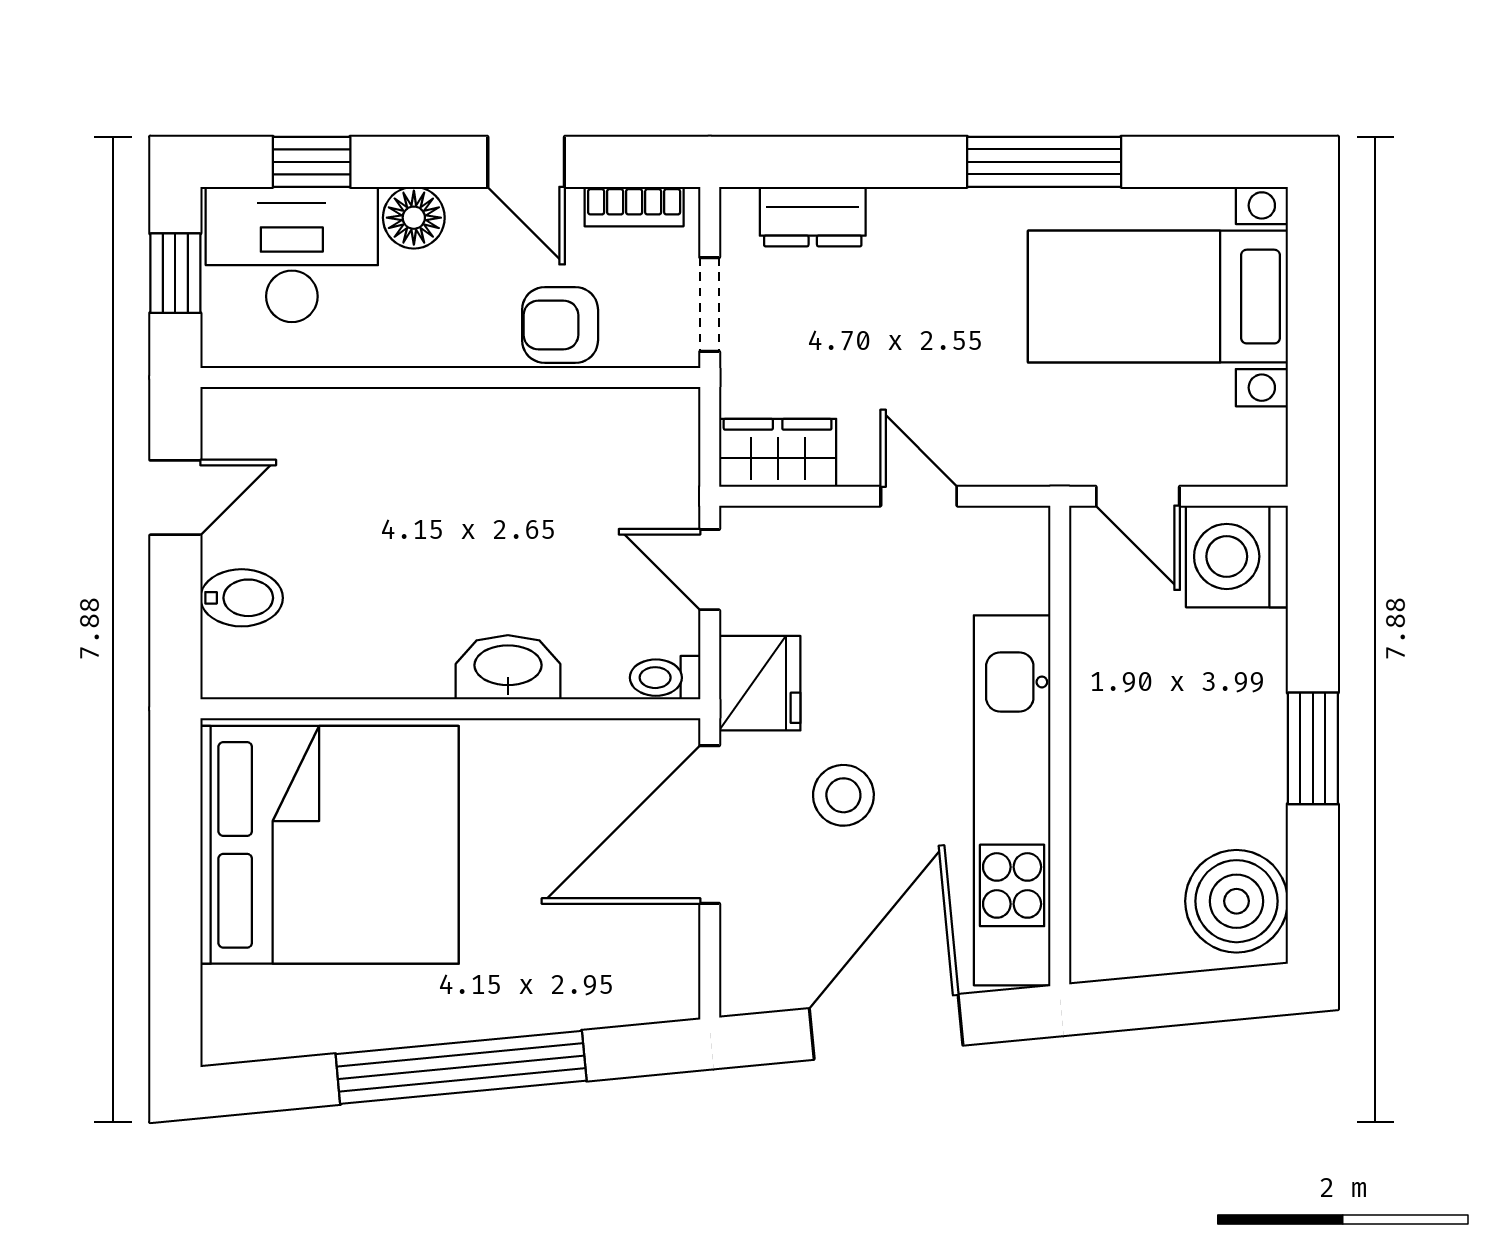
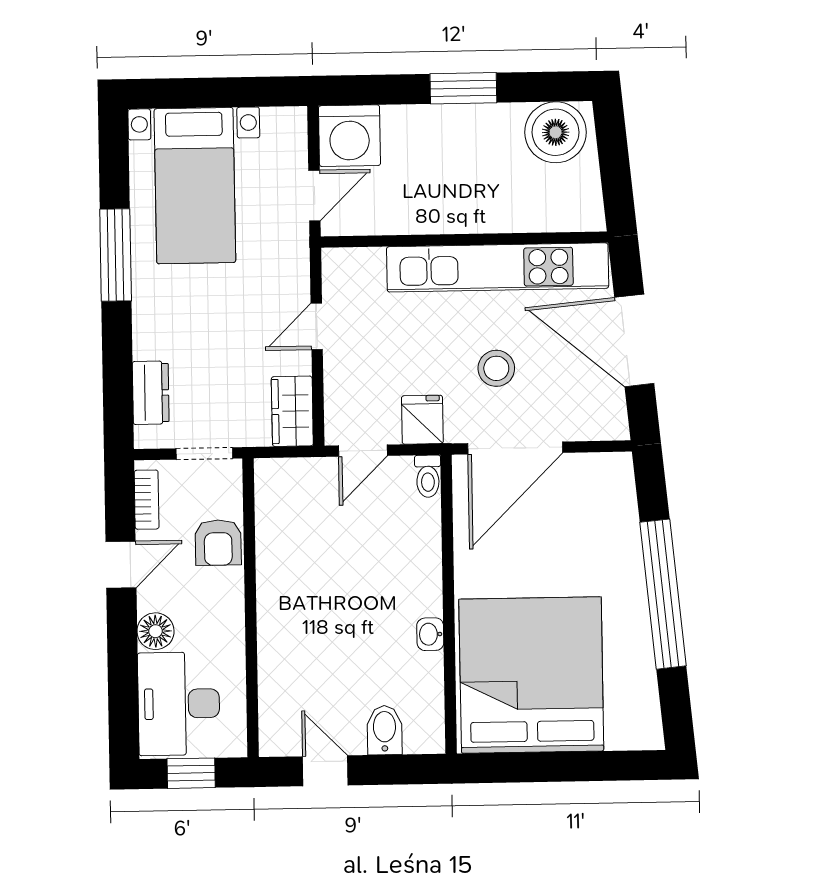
window: (312, 162) -> (123, 693), removed
washbasin: (508, 667) -> (430, 634), moved, width x0.52, depth x0.69
fridge: (760, 683) -> (422, 420), width x0.72
door: (710, 825) -> (515, 448), hinge flipped

